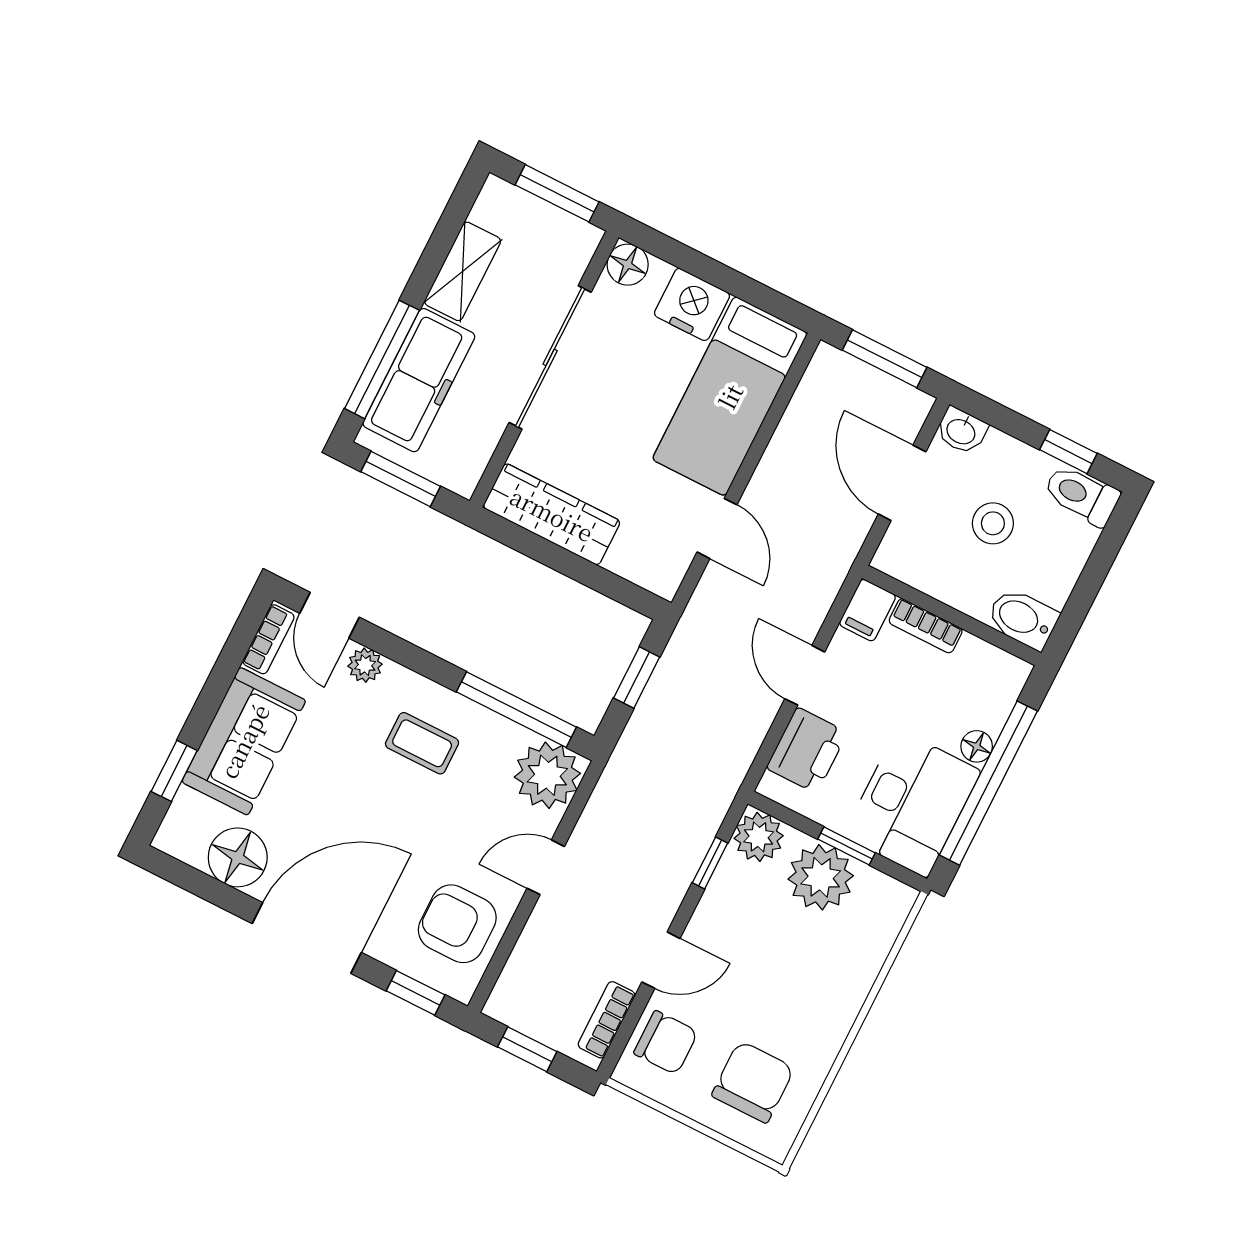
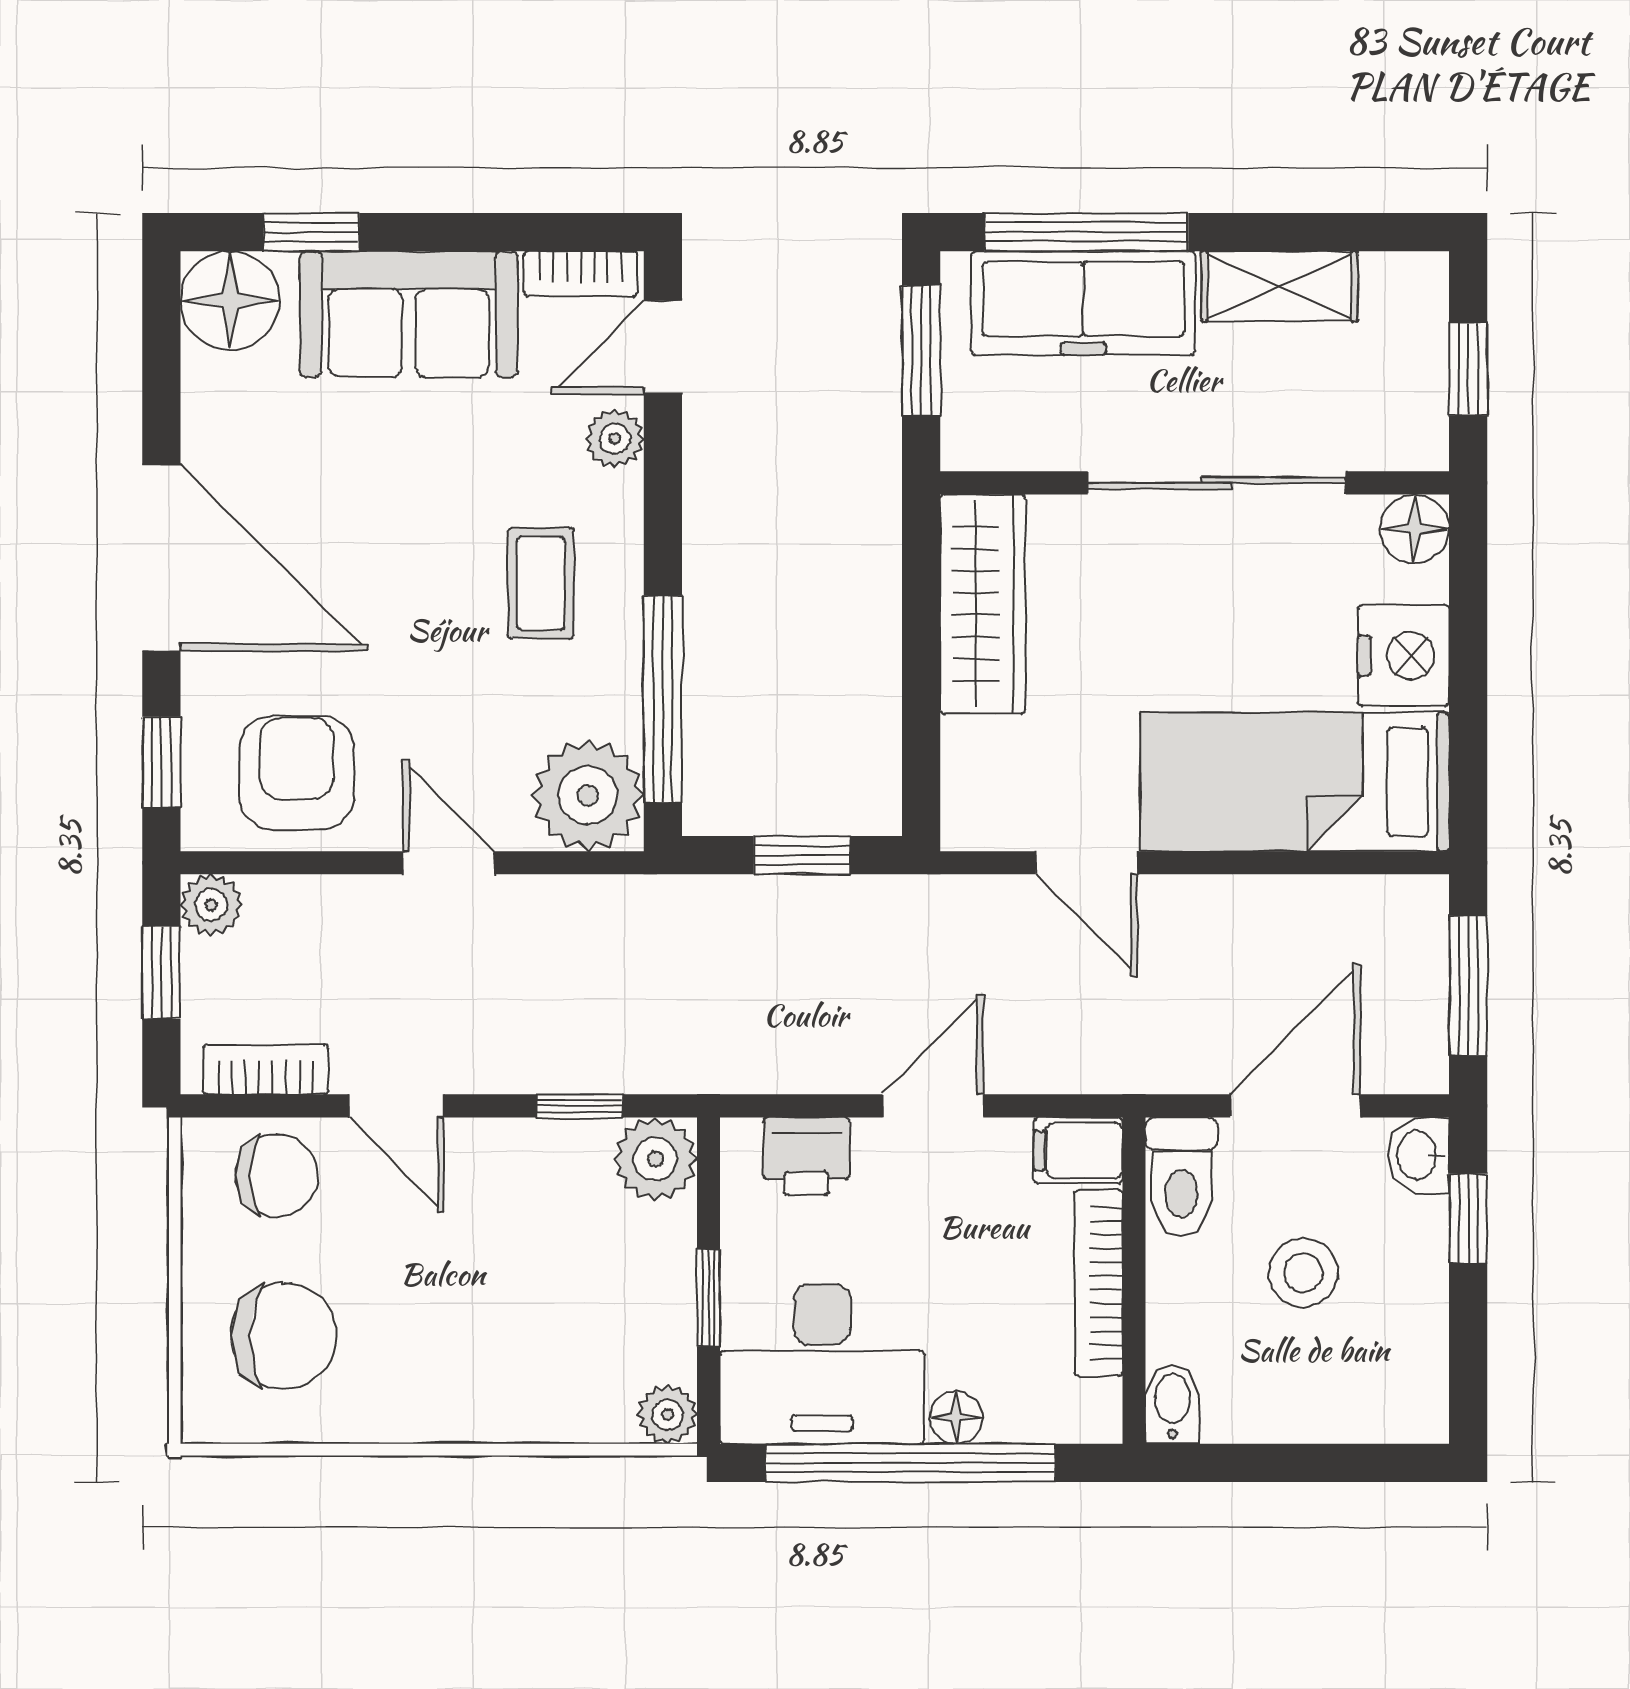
window: (557, 193) -> (1468, 369), width x0.67
window: (1068, 452) -> (1468, 1218), moved
toilet: (1082, 495) -> (1181, 1177), moved, turned 180
door: (717, 528) -> (1087, 863), hinge flipped
bidet: (1023, 619) -> (1172, 1404), width x0.72, depth x0.74
bookcase: (926, 626) -> (1099, 1283), width x1.56
printer: (807, 750) -> (806, 1156), width x0.73, depth x0.81
floor lamp: (238, 857) -> (230, 301), moved
plant: (821, 877) -> (668, 1414), moved, width x0.53, depth x0.53
plant: (504, 1005) -> (211, 905), added
chair: (666, 1043) -> (276, 1176), turned -90

